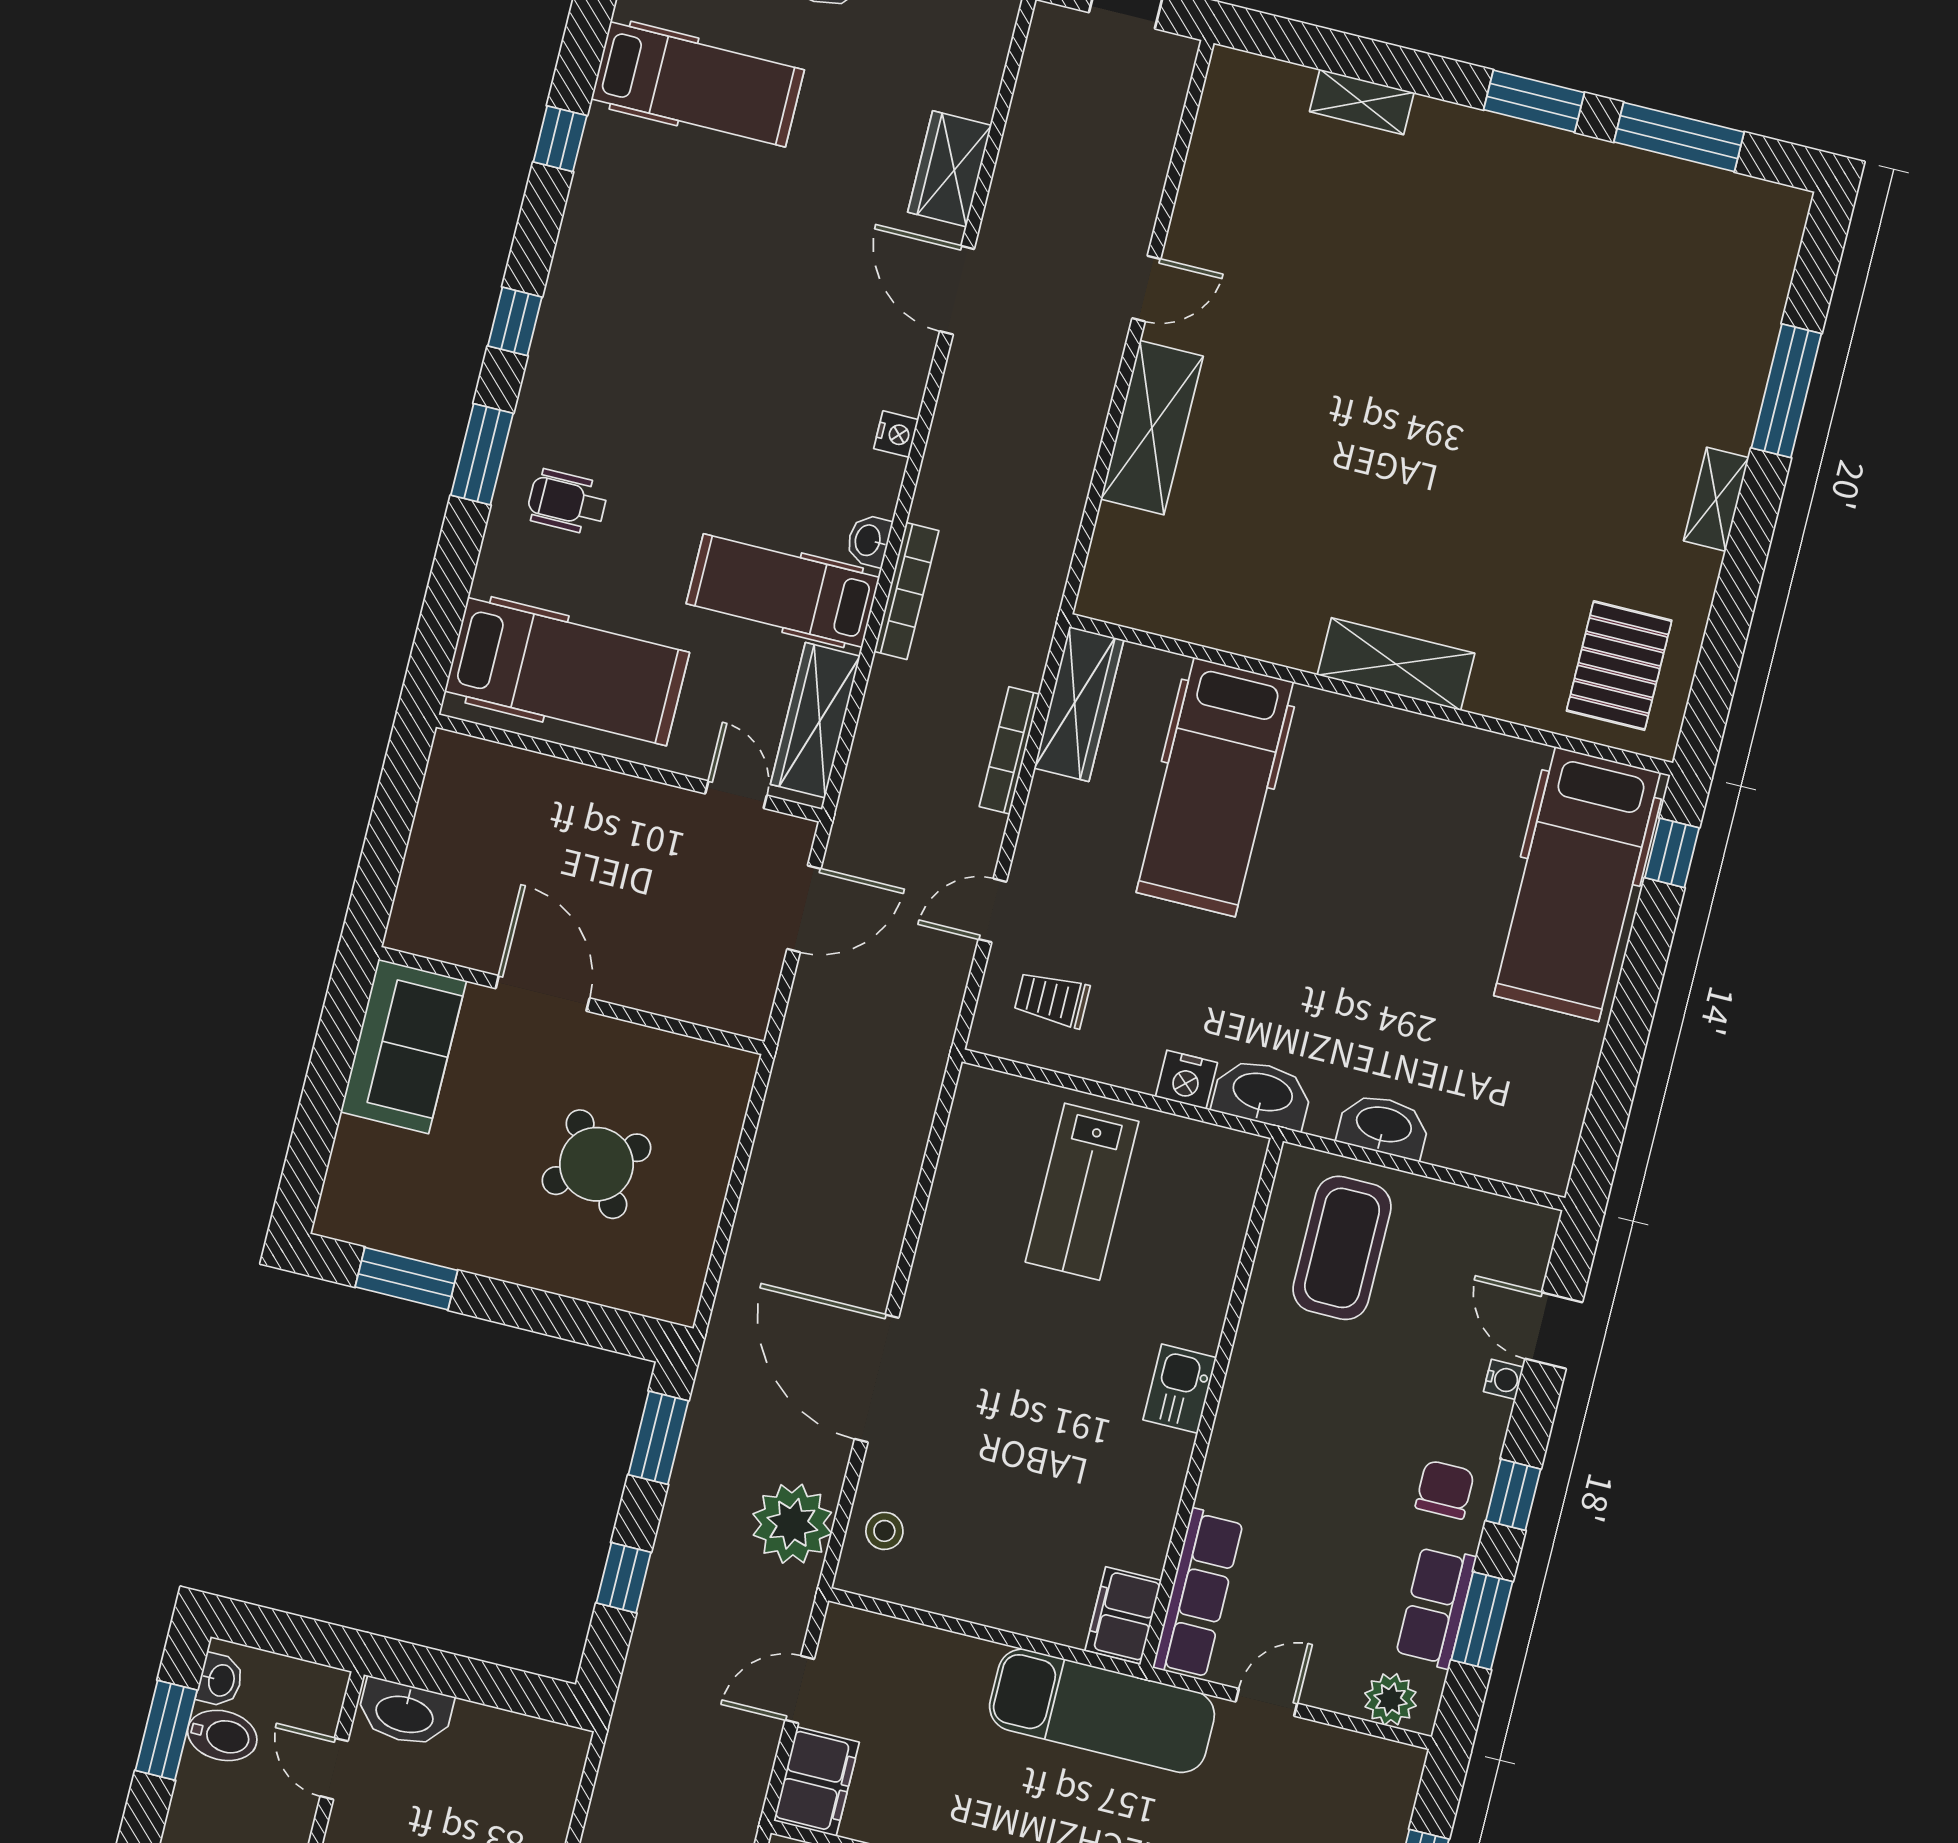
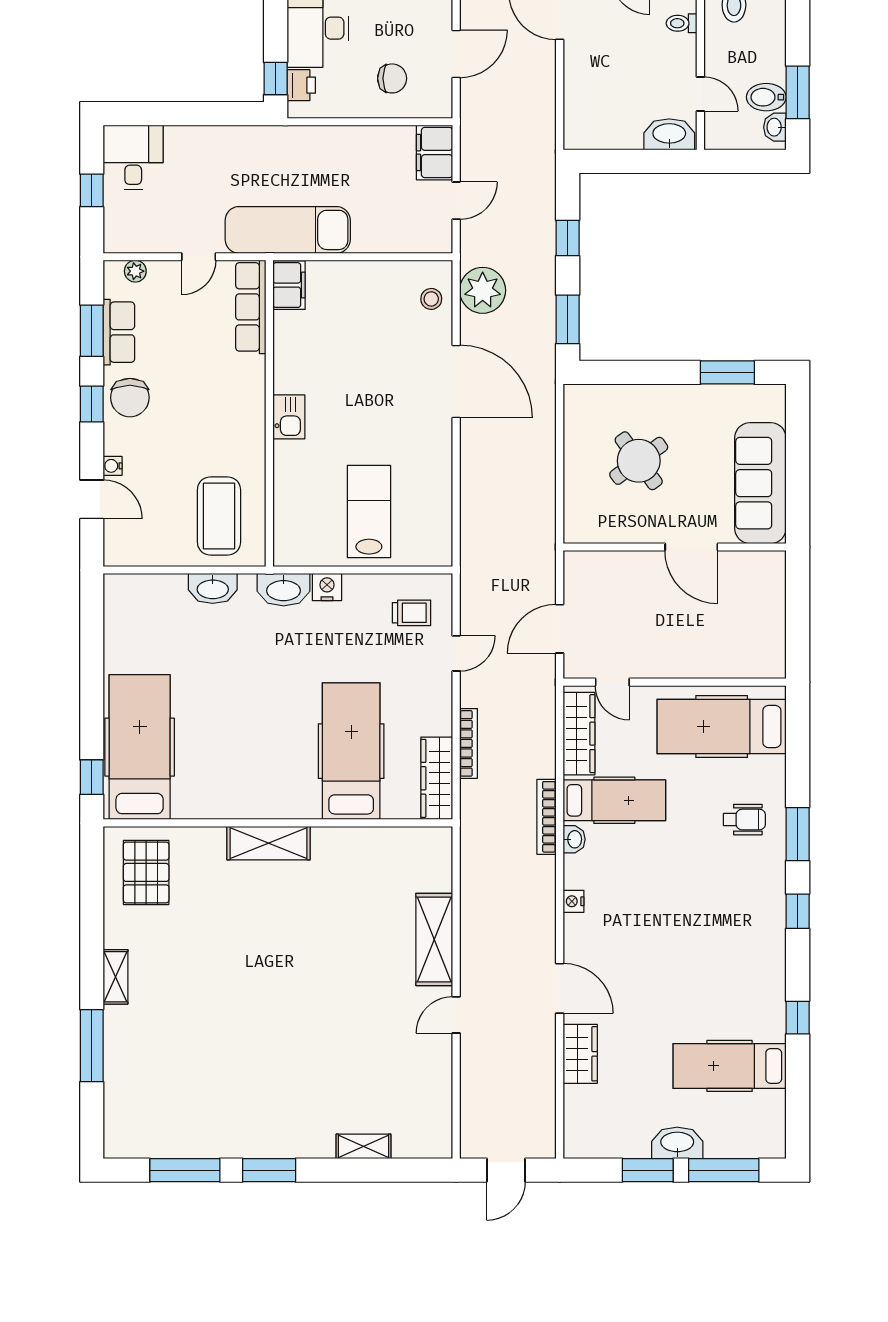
sofa: (403, 1046) -> (760, 483), width x1.36
chair: (1445, 1490) -> (130, 398), width x1.37, depth x1.37
plant: (1390, 1699) -> (135, 271), width x0.73, depth x0.73

